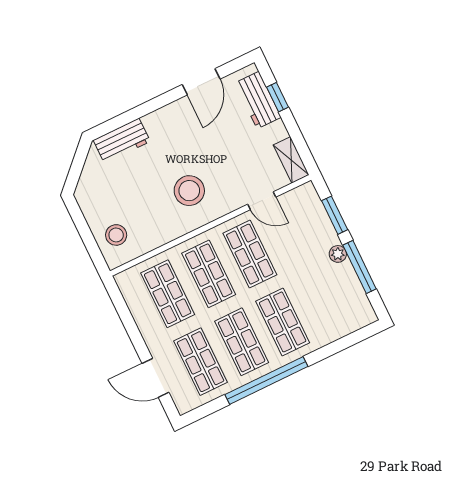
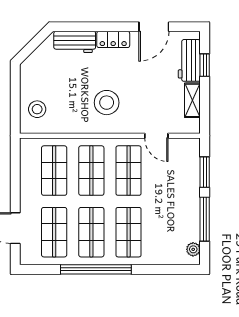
locker: (163, 117) -> (113, 39), added
shelving: (291, 160) -> (192, 100), moved
plant: (338, 254) -> (193, 249), moved

